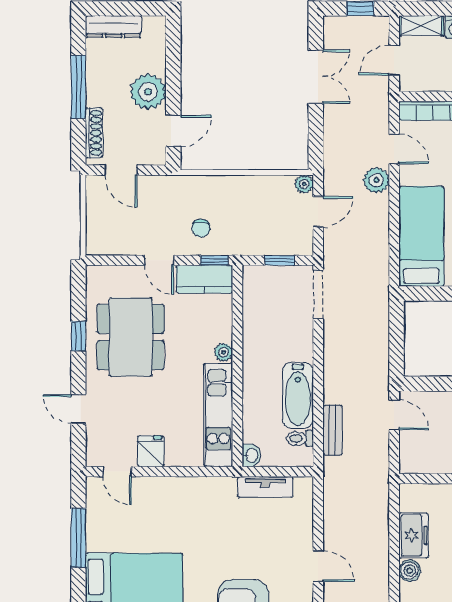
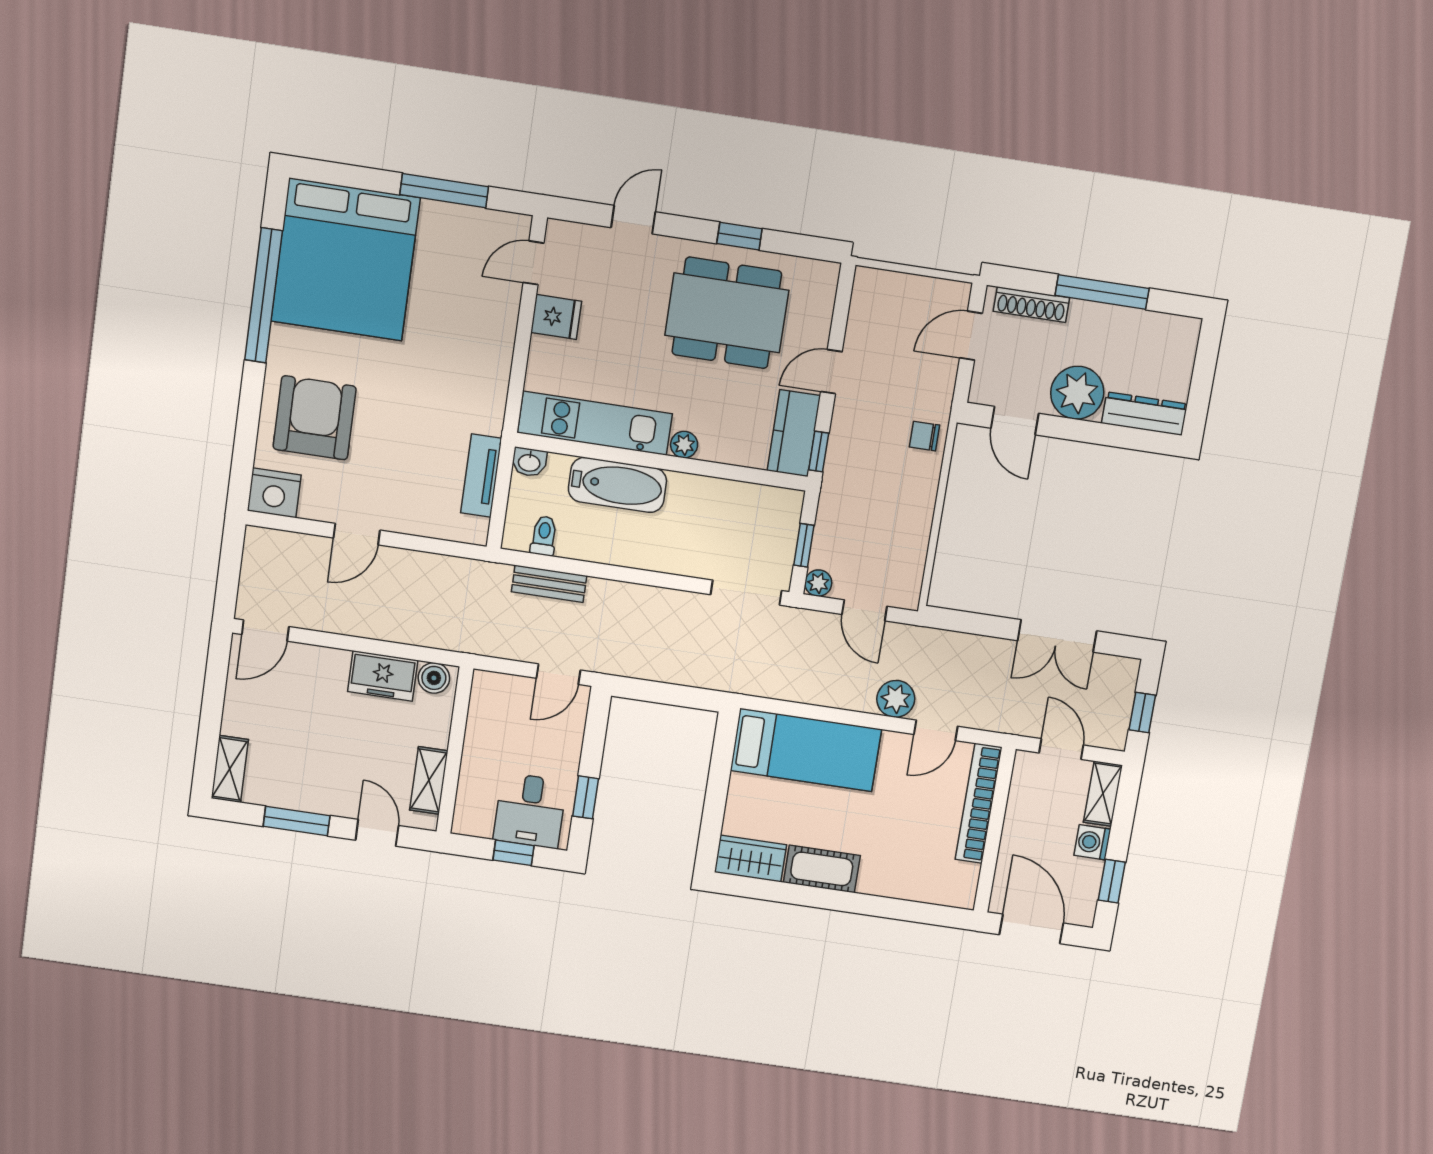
dresser: (113, 27) -> (1144, 414), moved, turned 90
plant: (304, 184) -> (818, 583), moved
chair: (201, 228) -> (925, 436), moved
bathtub: (298, 395) -> (617, 485), moved, turned 180
boiler: (410, 571) -> (434, 678), moved

